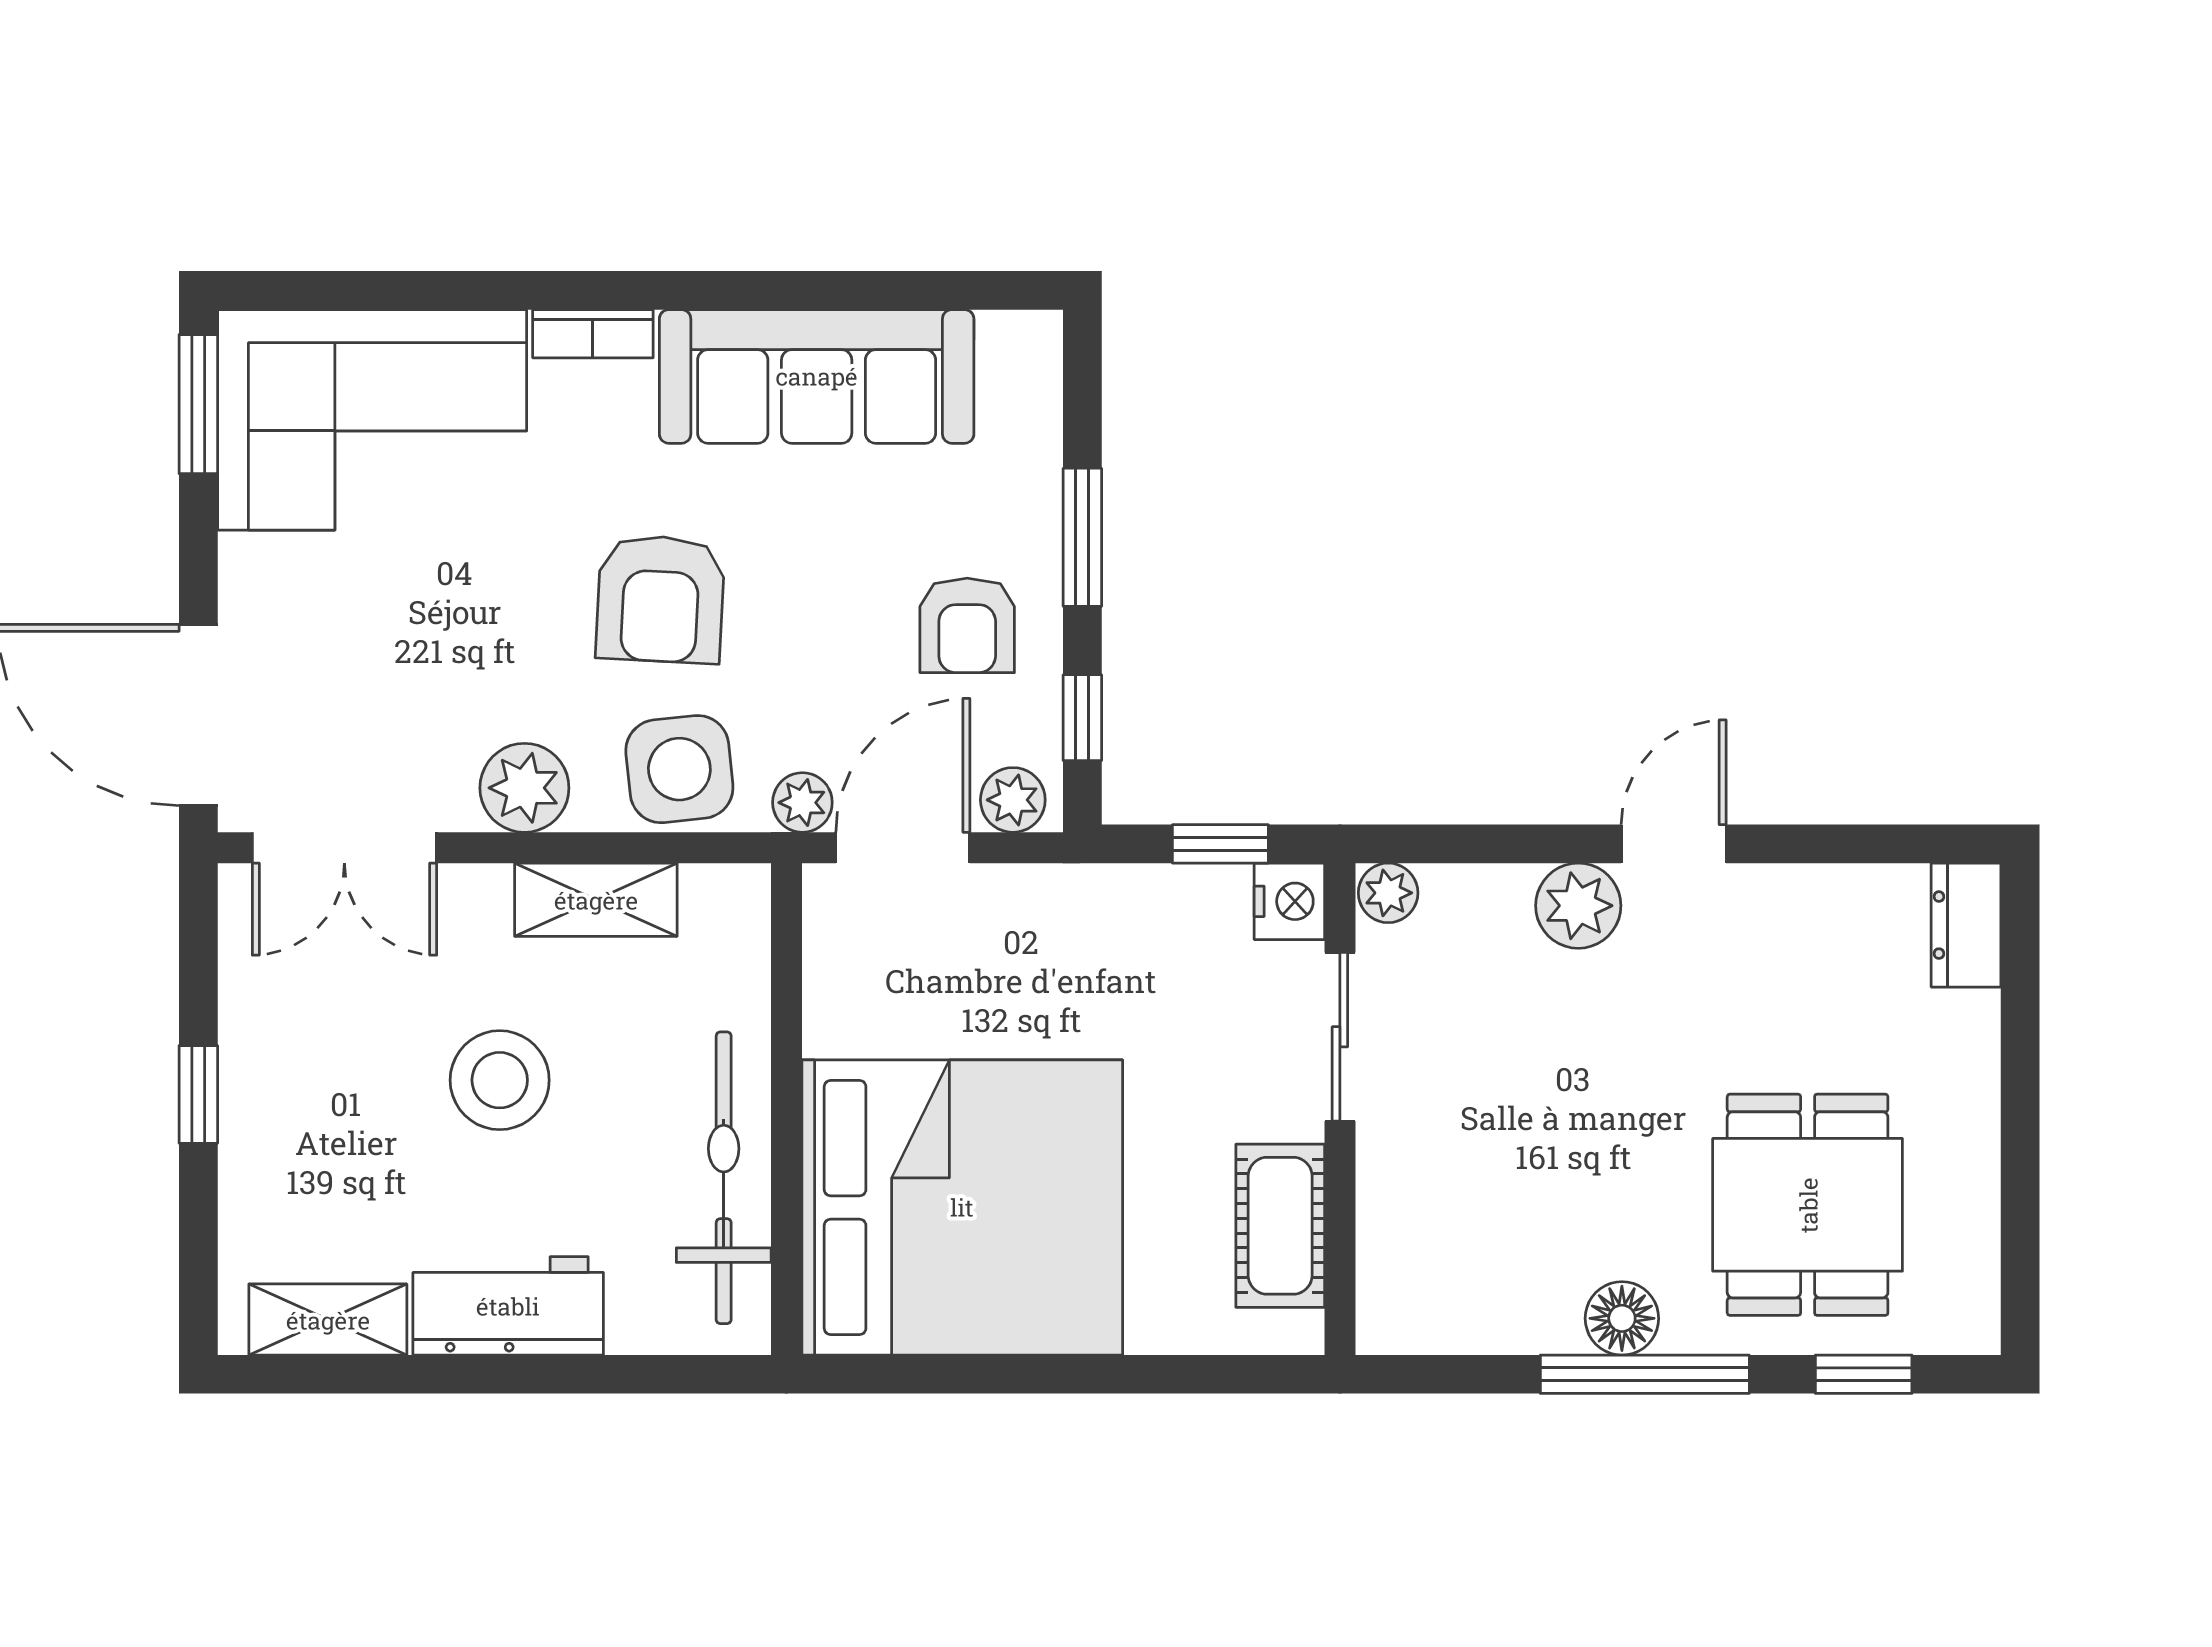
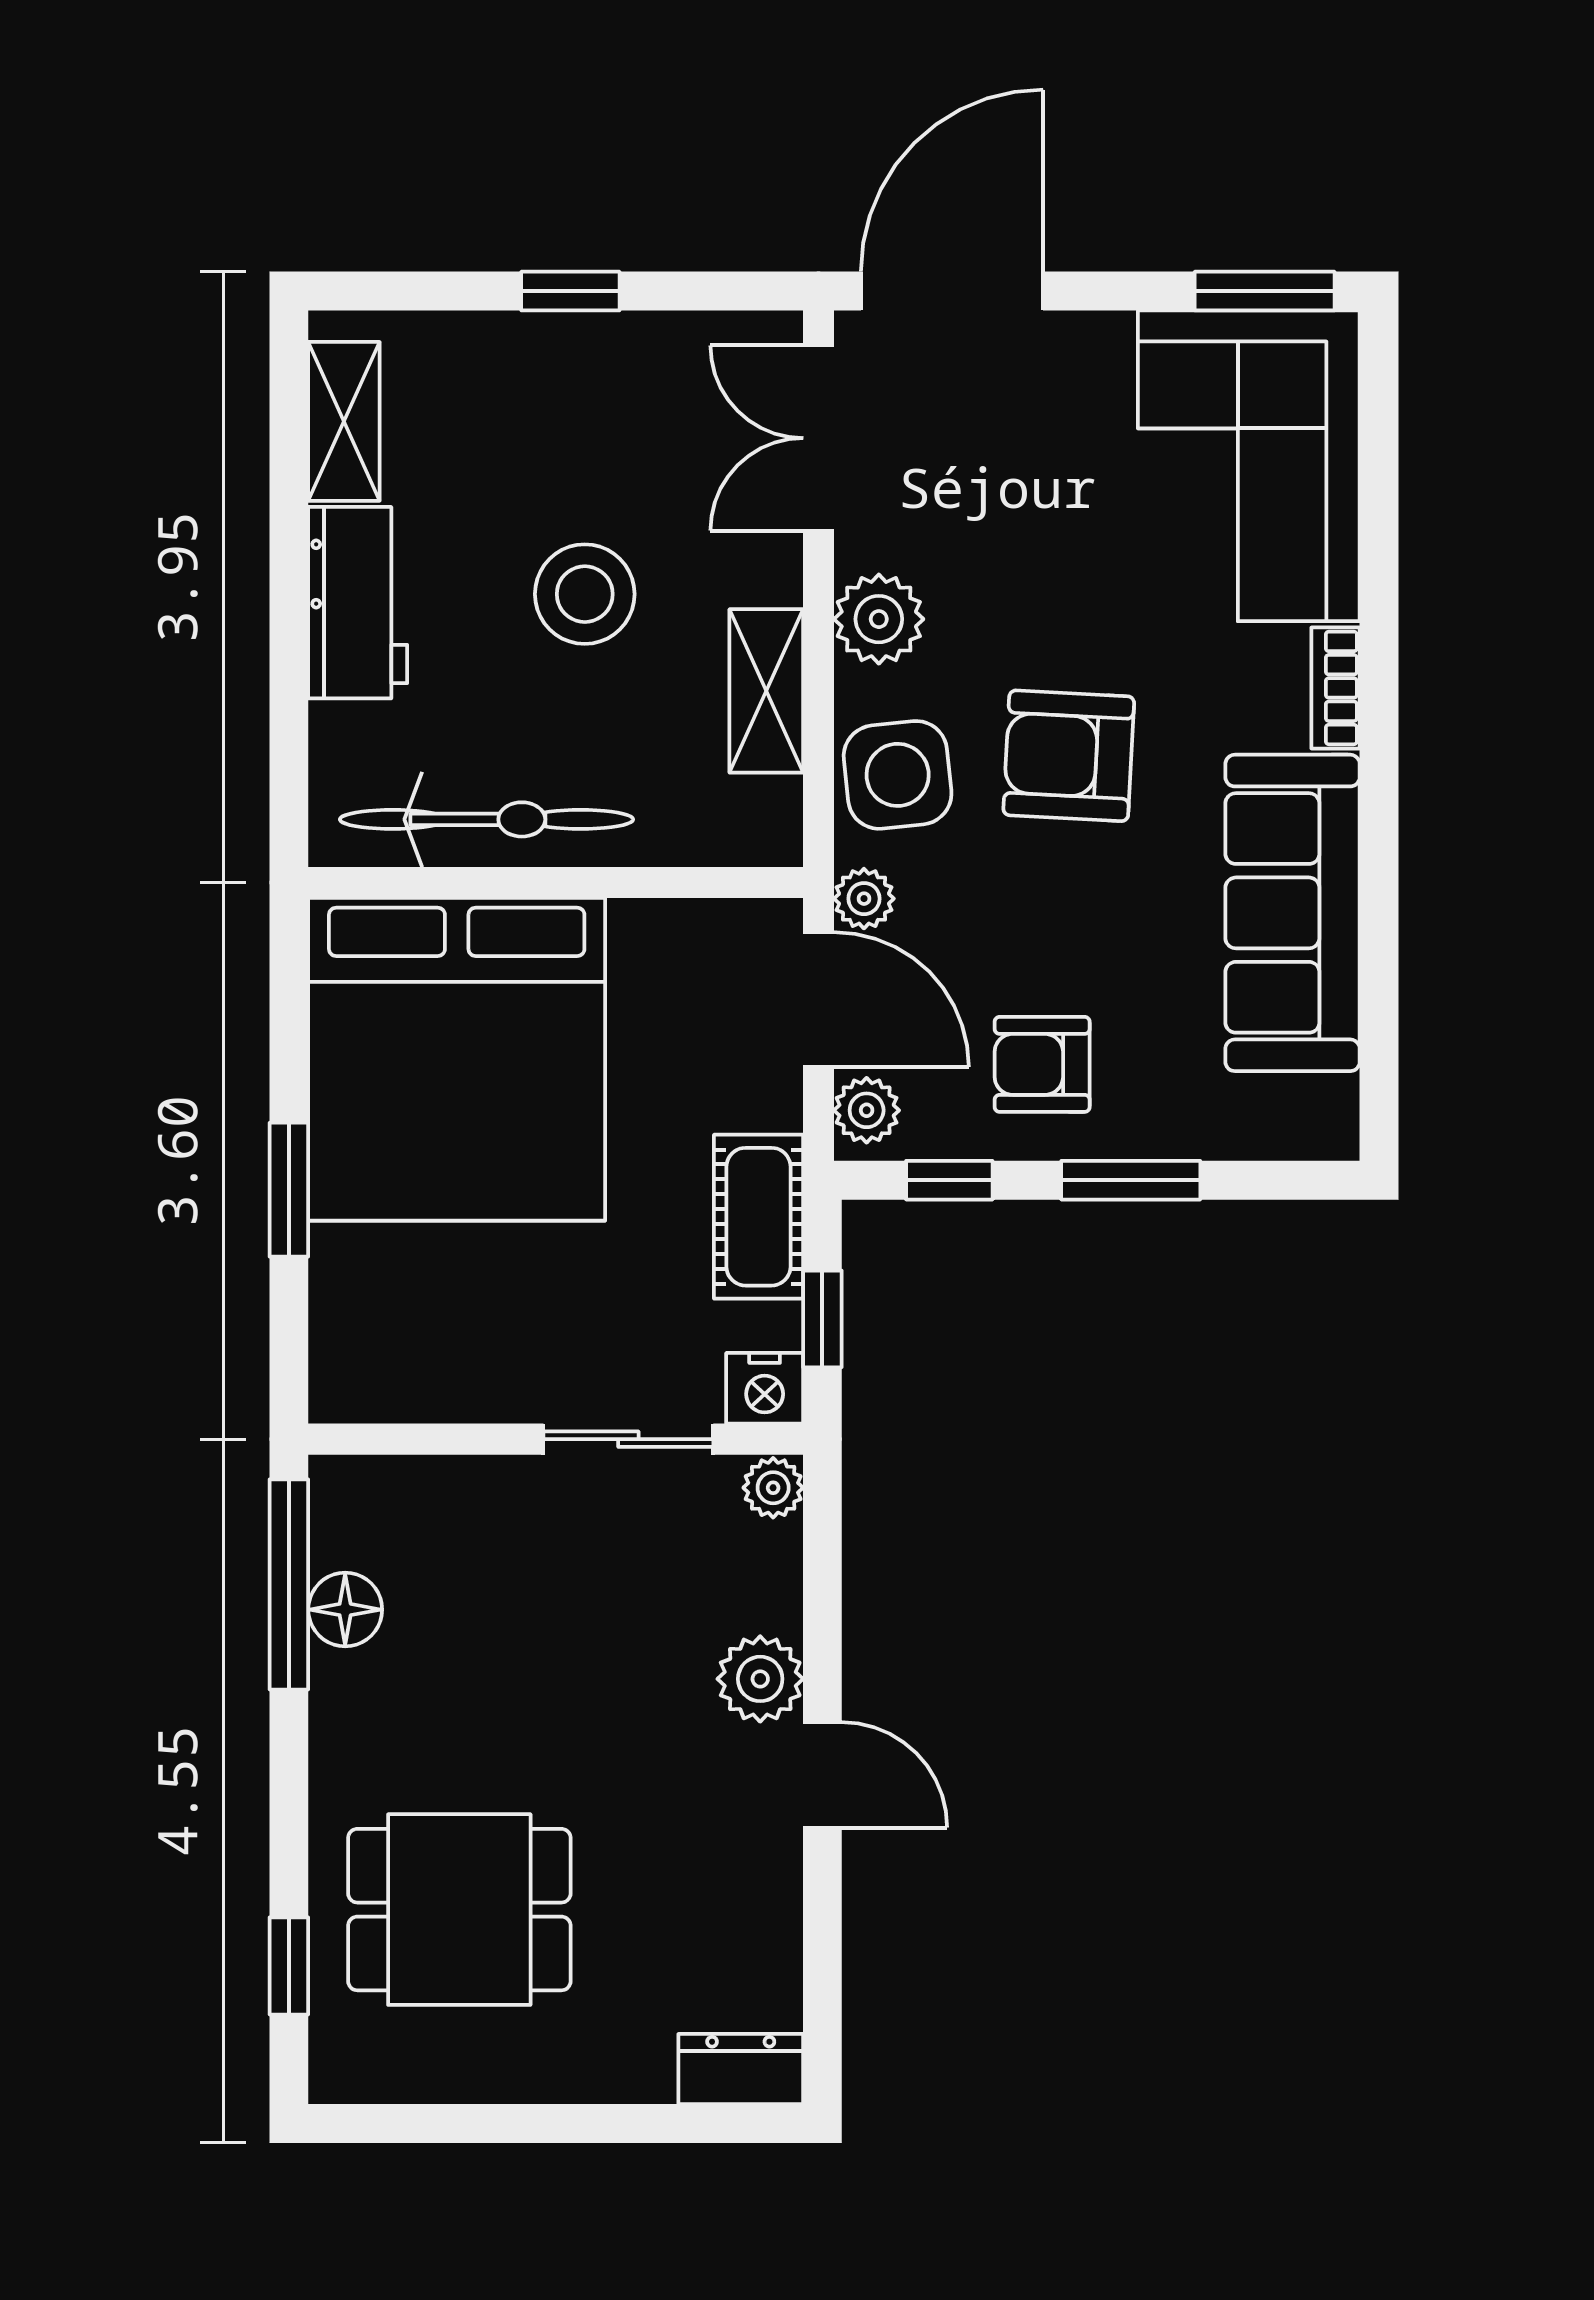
cot: (1280, 1226) -> (758, 1217), moved, turned 90
floor lamp: (1622, 1318) -> (345, 1610), moved
window: (1092, 1374) -> (289, 1190), added
window: (1645, 1374) -> (289, 1584), moved

